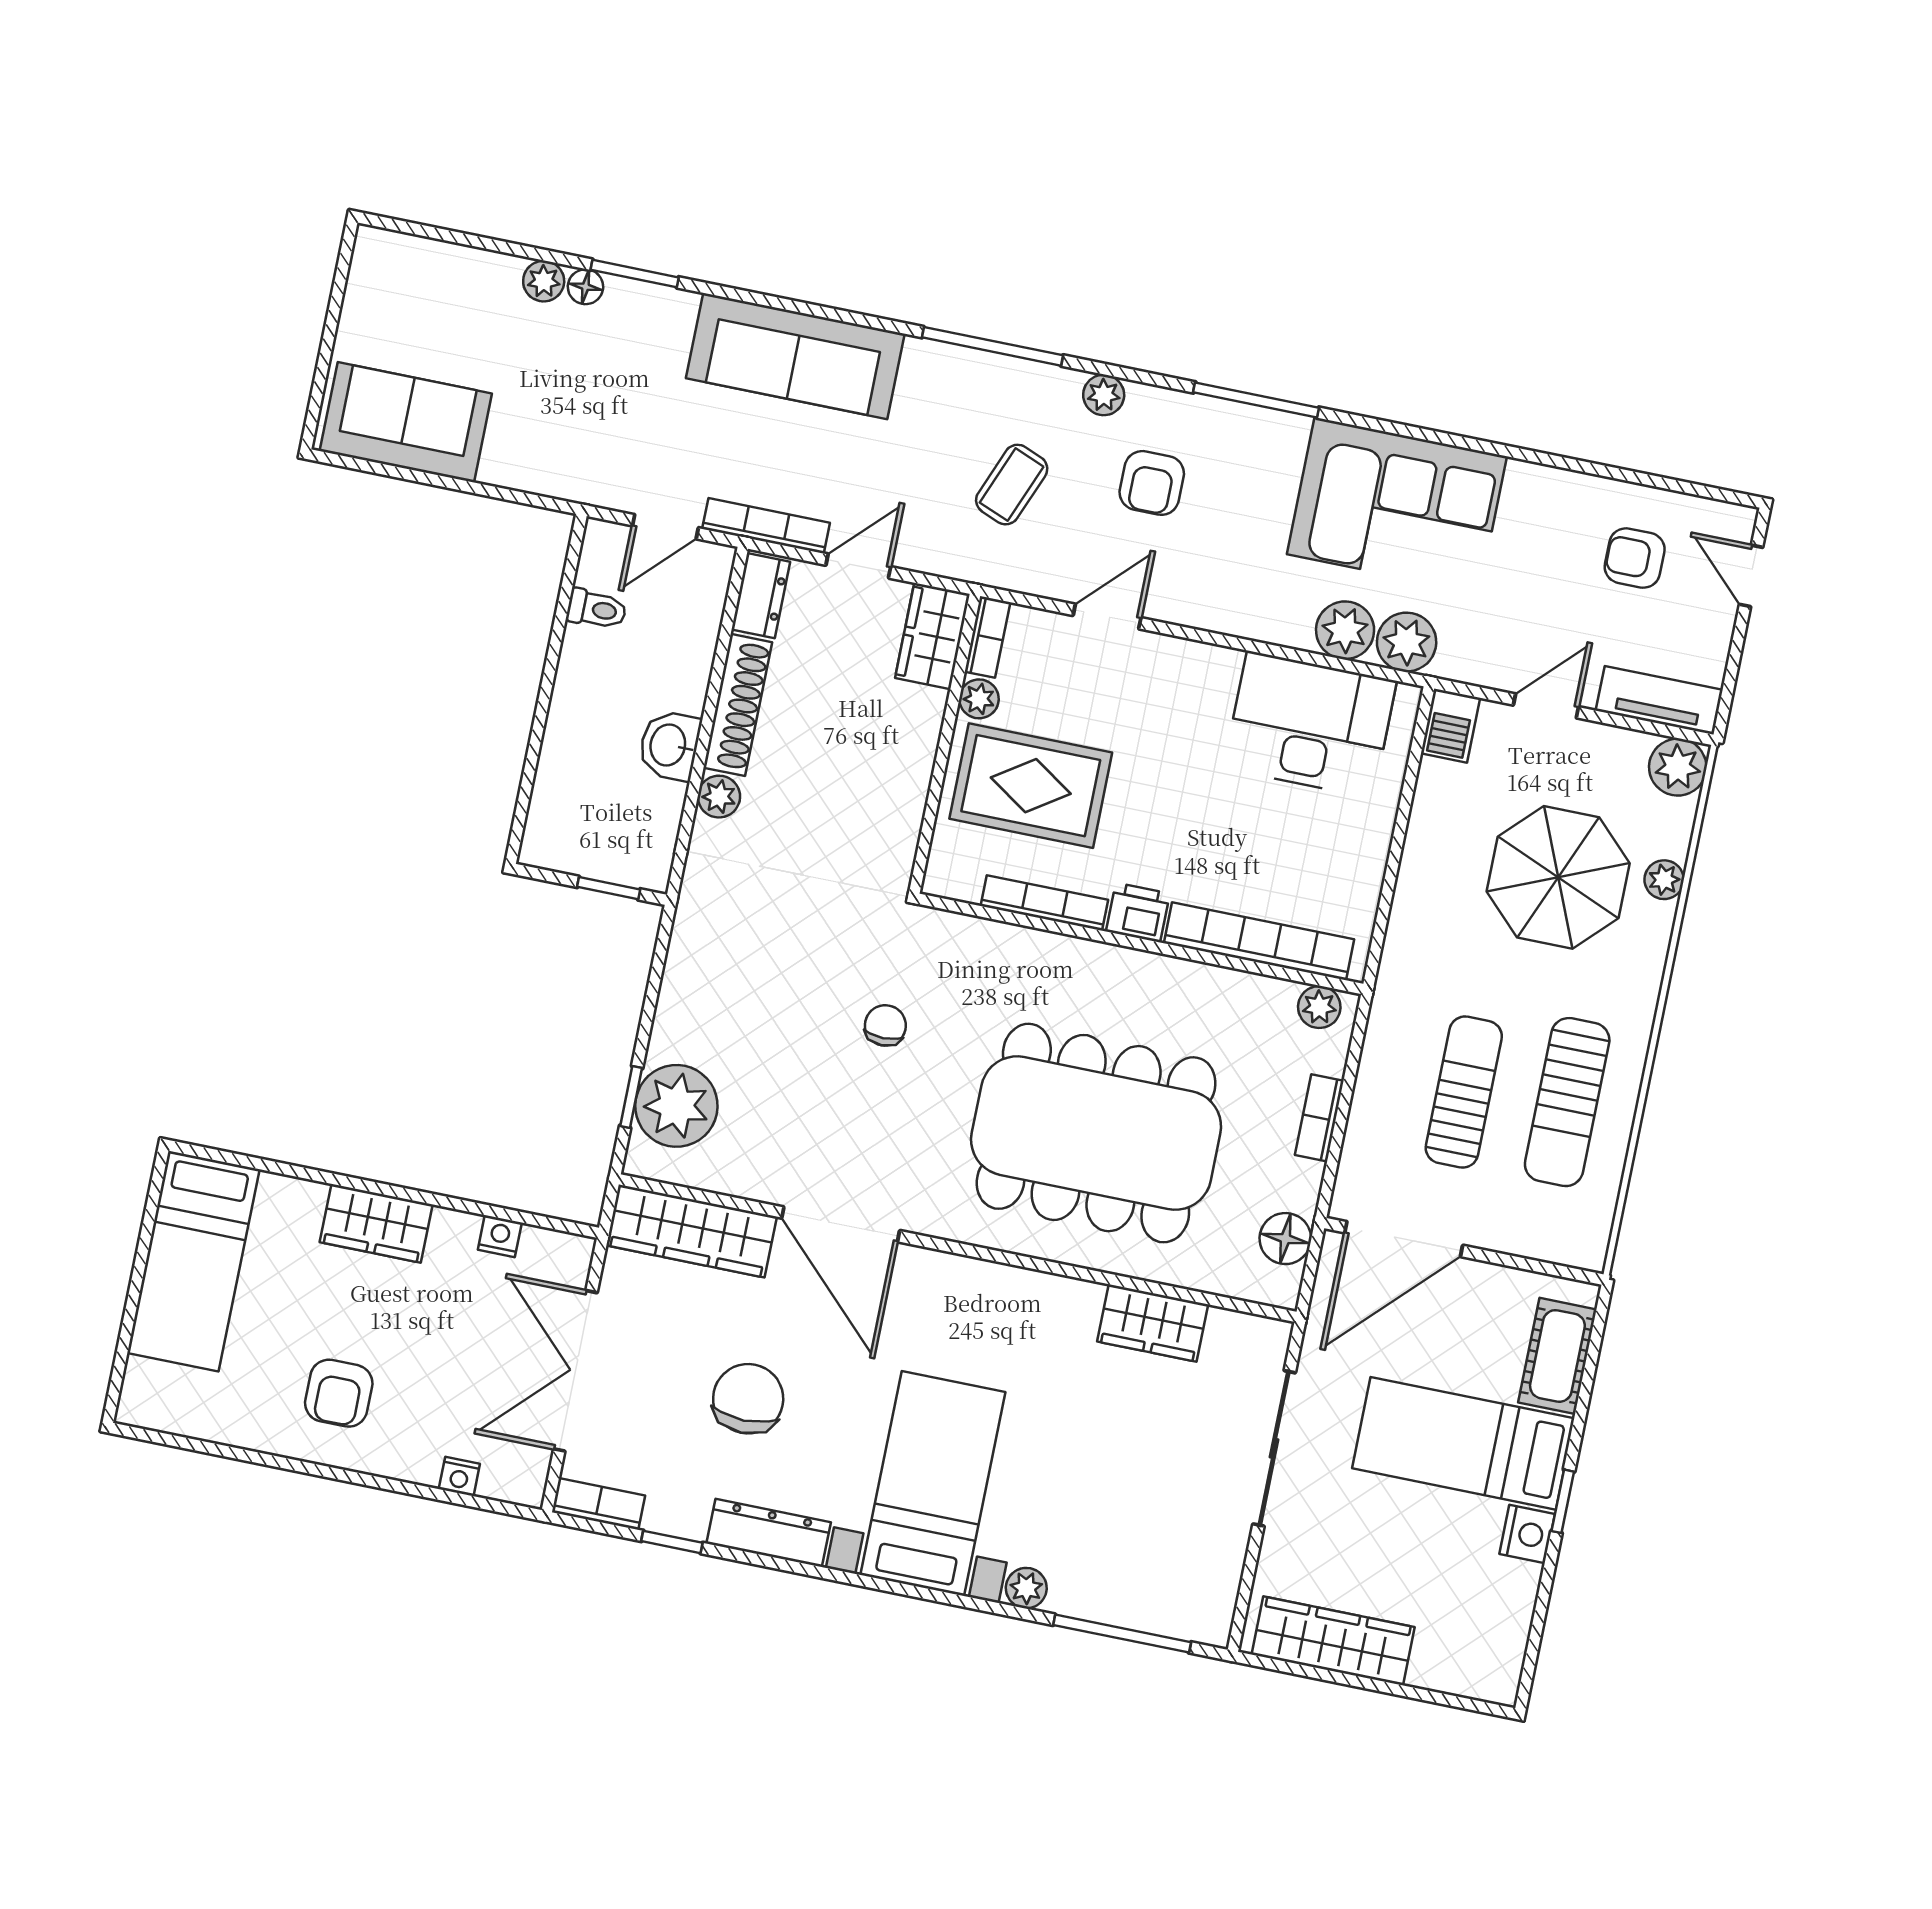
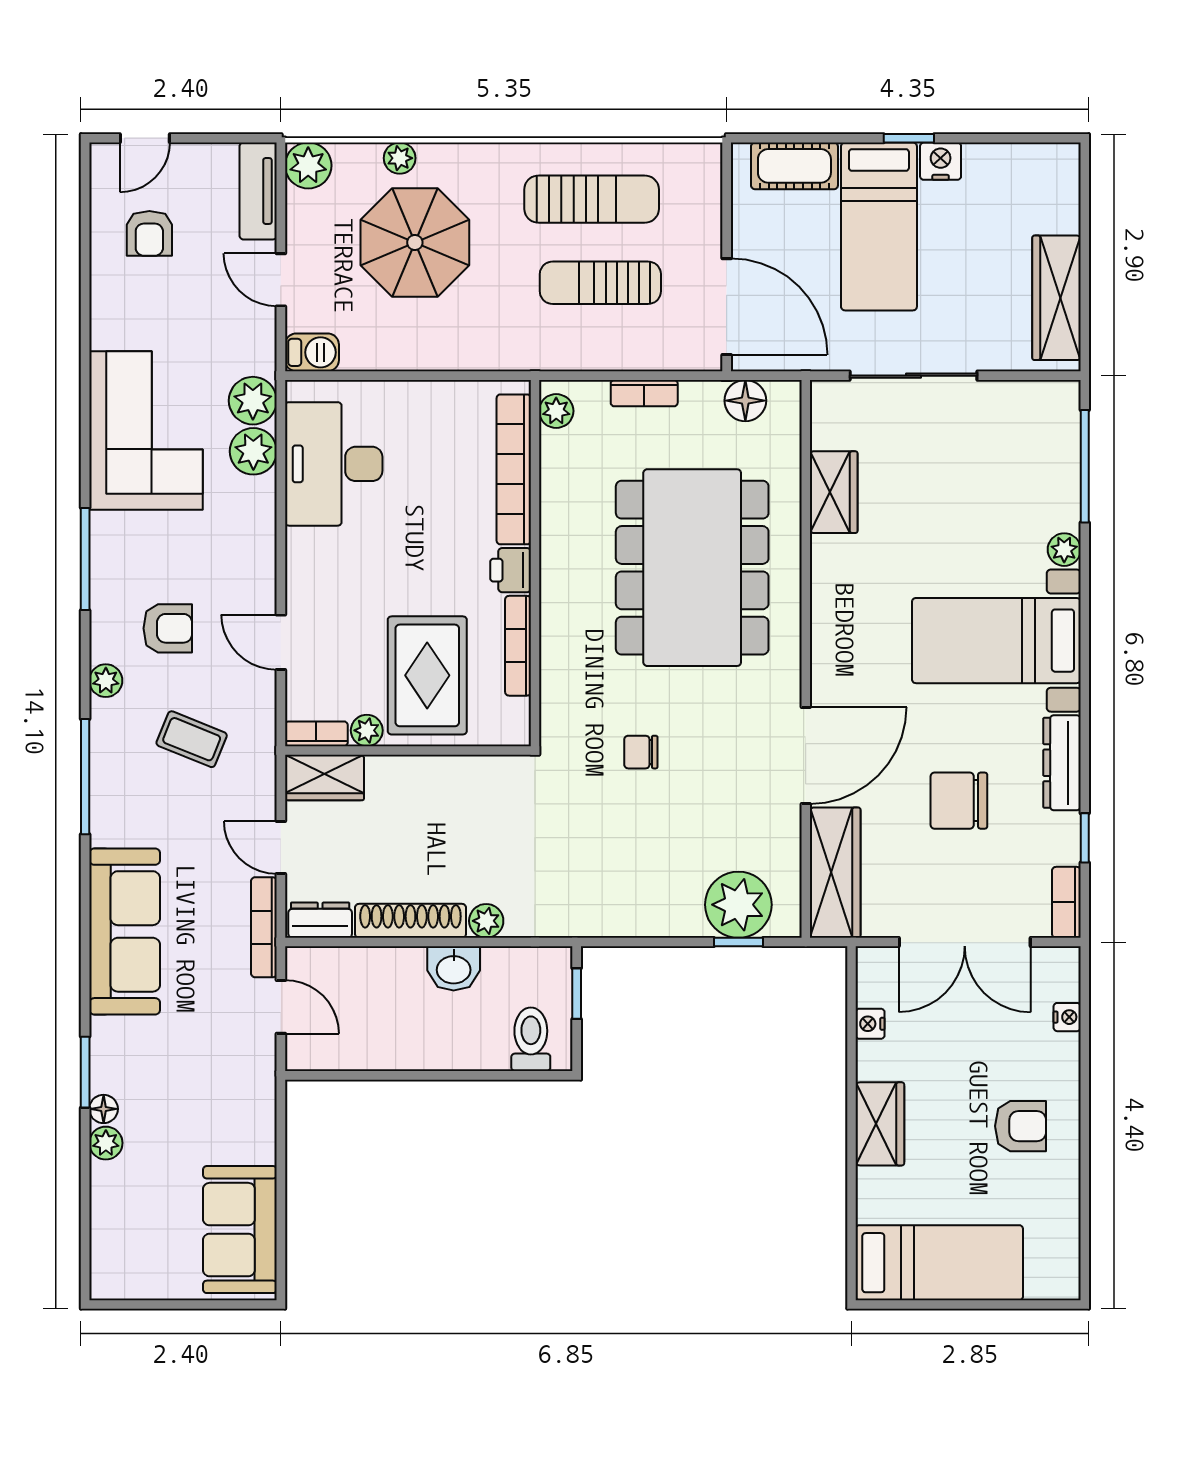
toilet: (597, 609) -> (531, 1039), moved, width x1.37, depth x1.39

